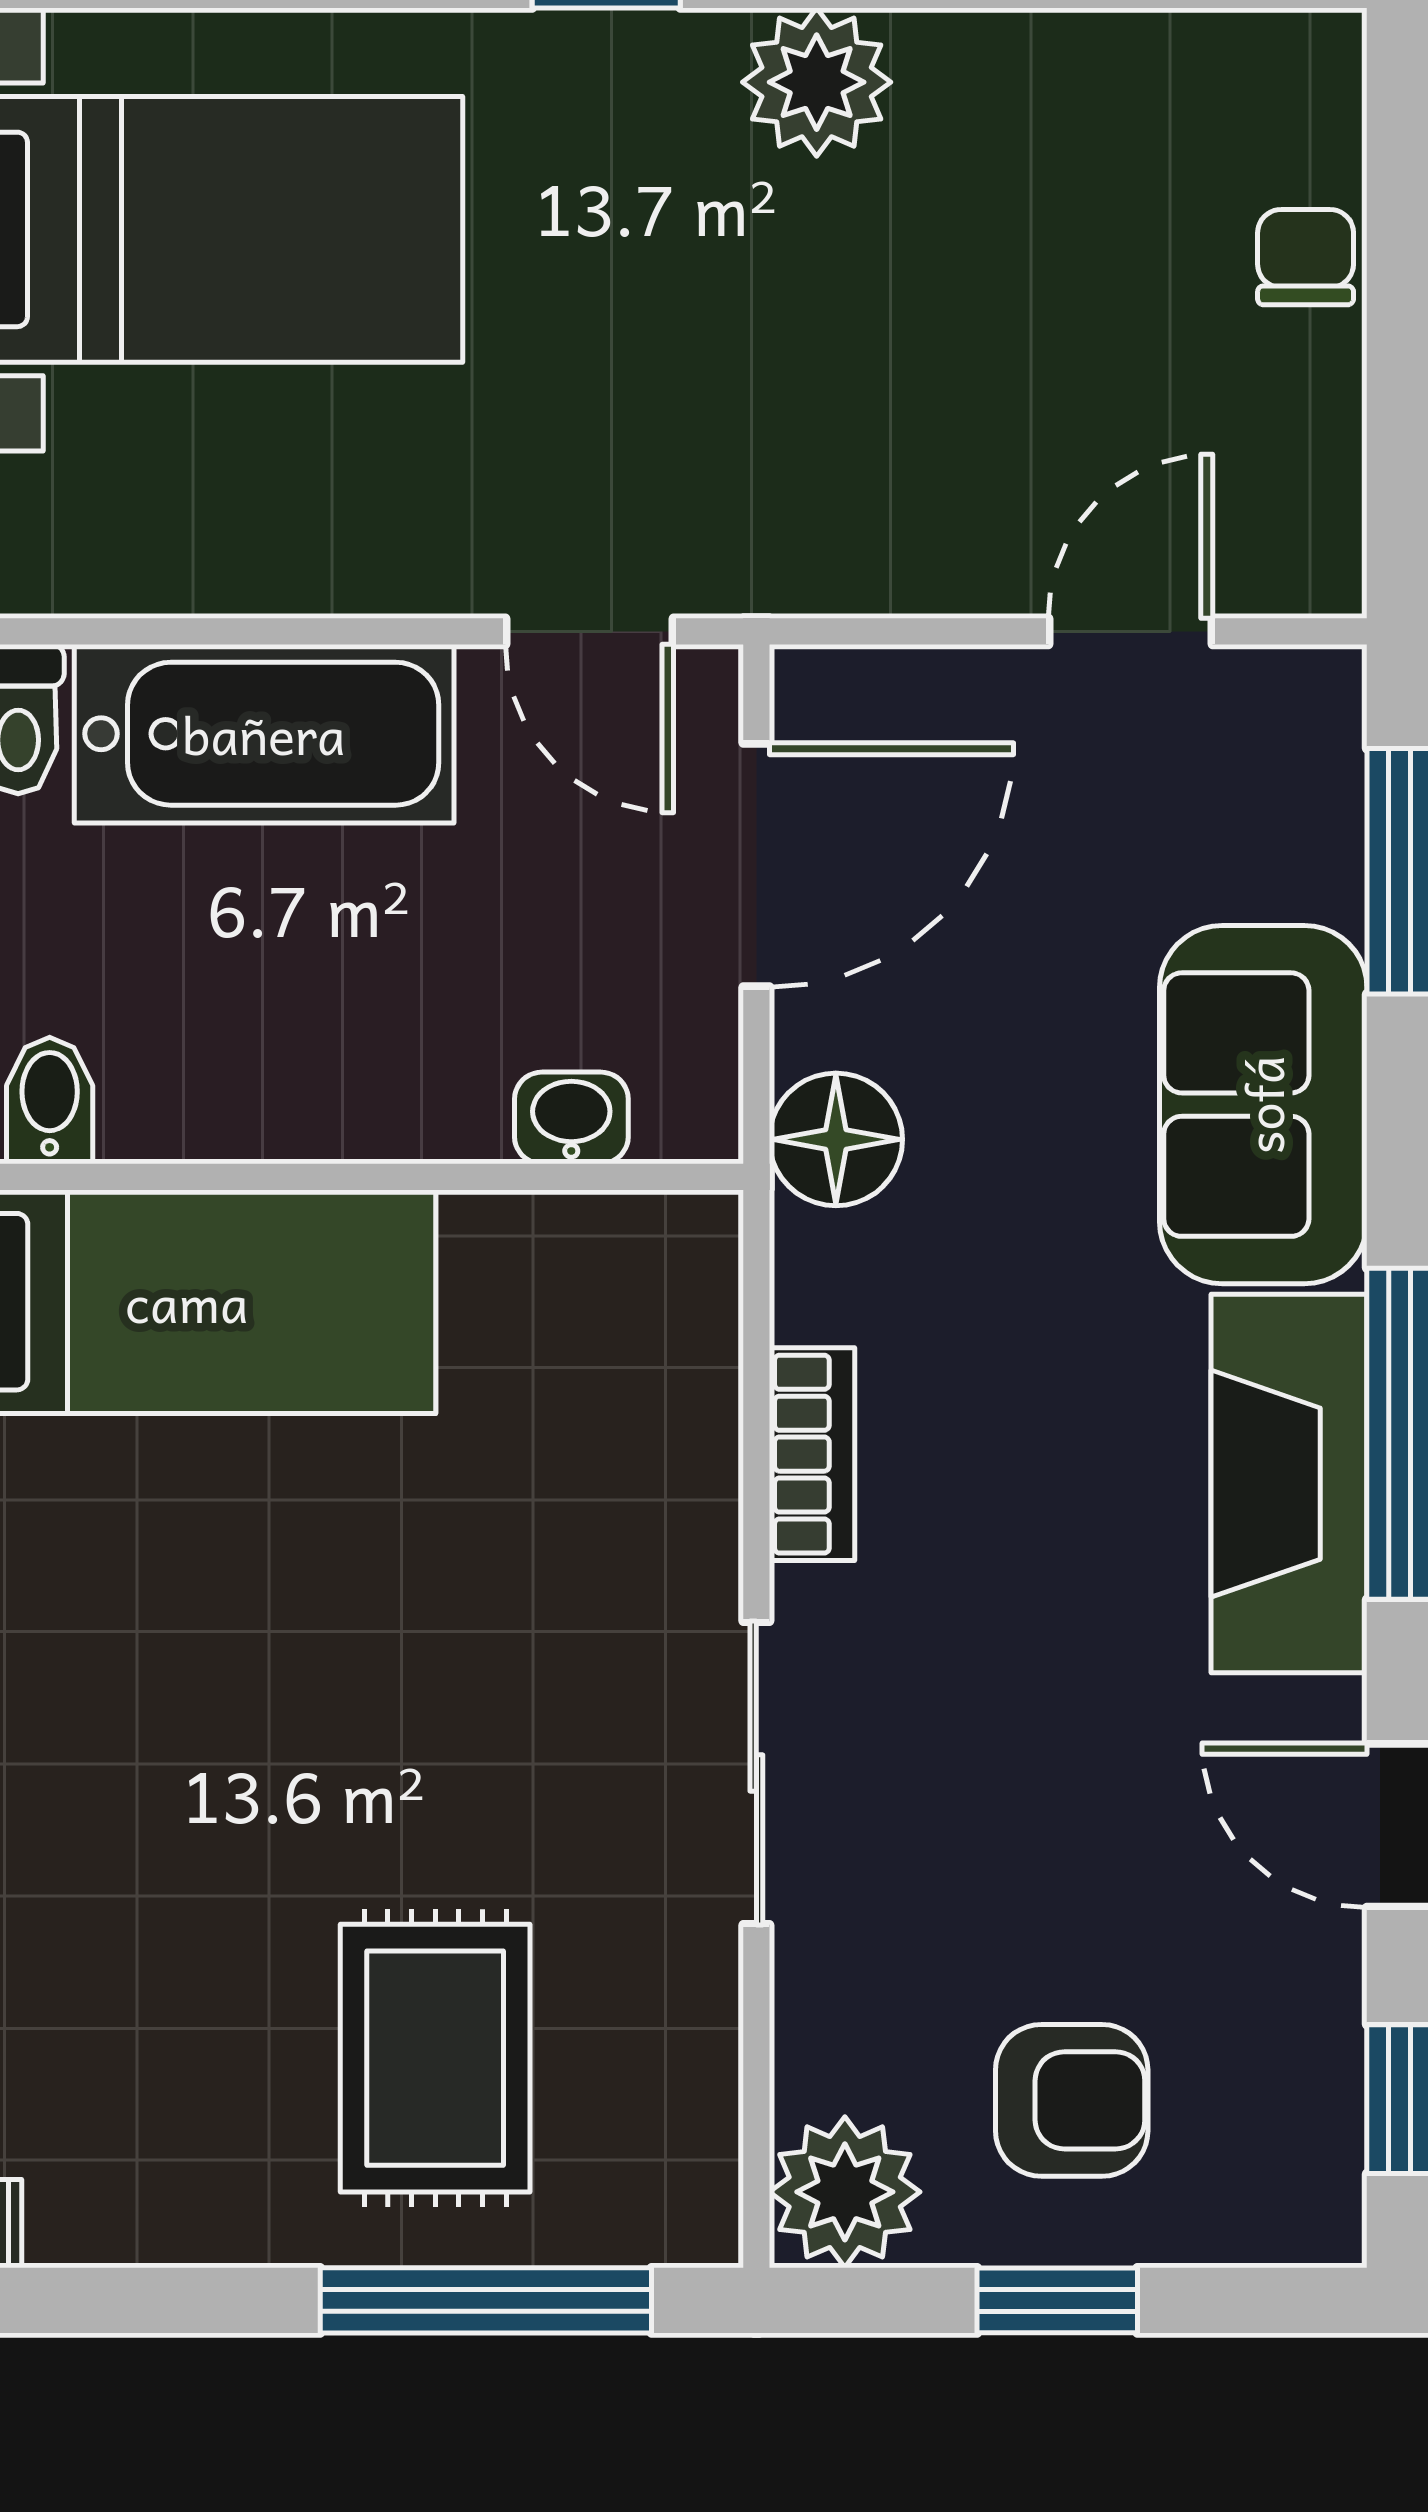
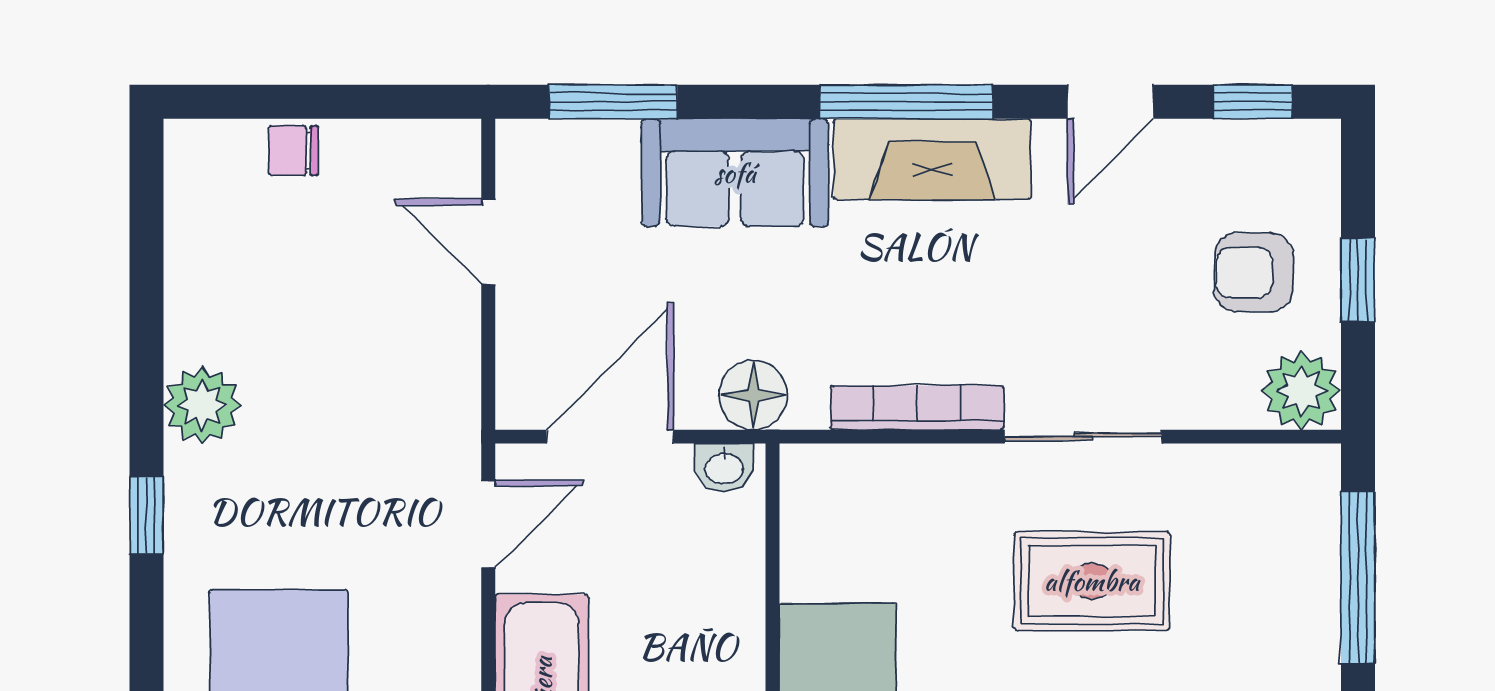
door: (756, 865) -> (610, 437), hinge flipped
washbasin: (571, 1118) -> (724, 467), moved, turned -90
bookcase: (812, 1454) -> (917, 408), width x1.56
rug: (435, 2058) -> (1092, 581), moved
armchair: (1072, 2100) -> (1254, 272), turned -90

